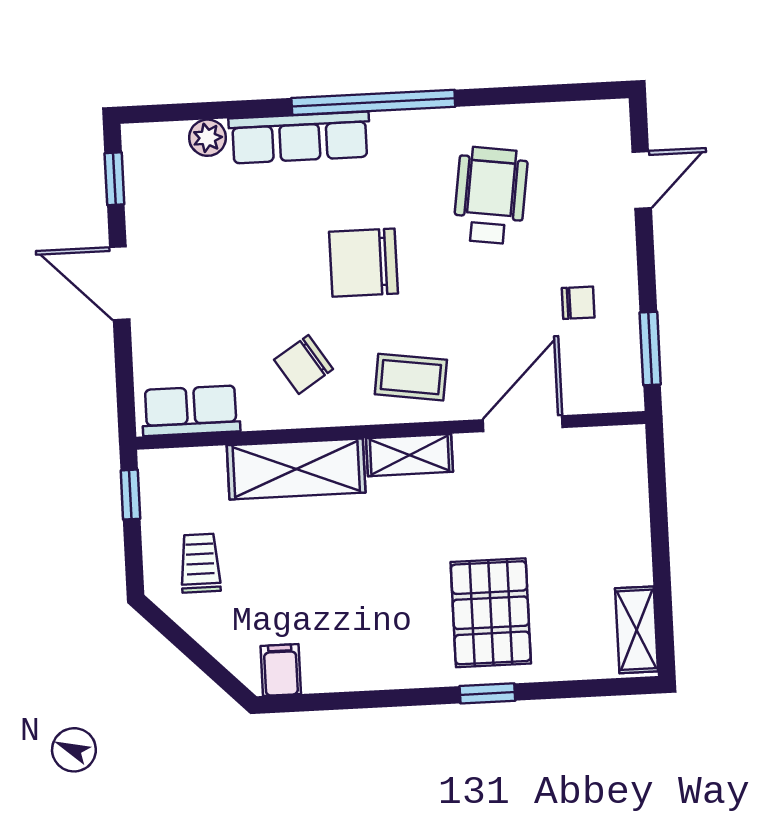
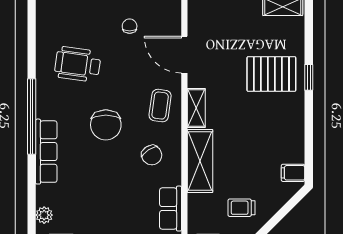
plant: (208, 138) -> (44, 215), moved

